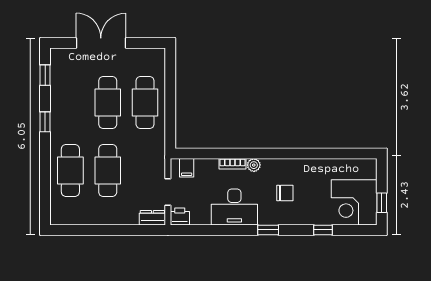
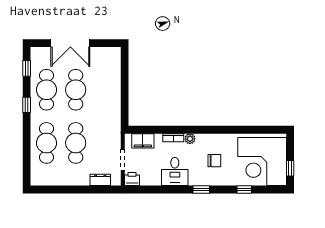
double door: (101, 43) -> (70, 43), swing flipped
cafe table: (145, 102) -> (46, 90), moved
filing cabinet: (187, 168) -> (143, 141), width x2.00
corner desk: (354, 202) -> (262, 162), width x1.36, depth x1.36
desk: (234, 207) -> (175, 172), width x0.73
dresser: (152, 218) -> (100, 180), moved

